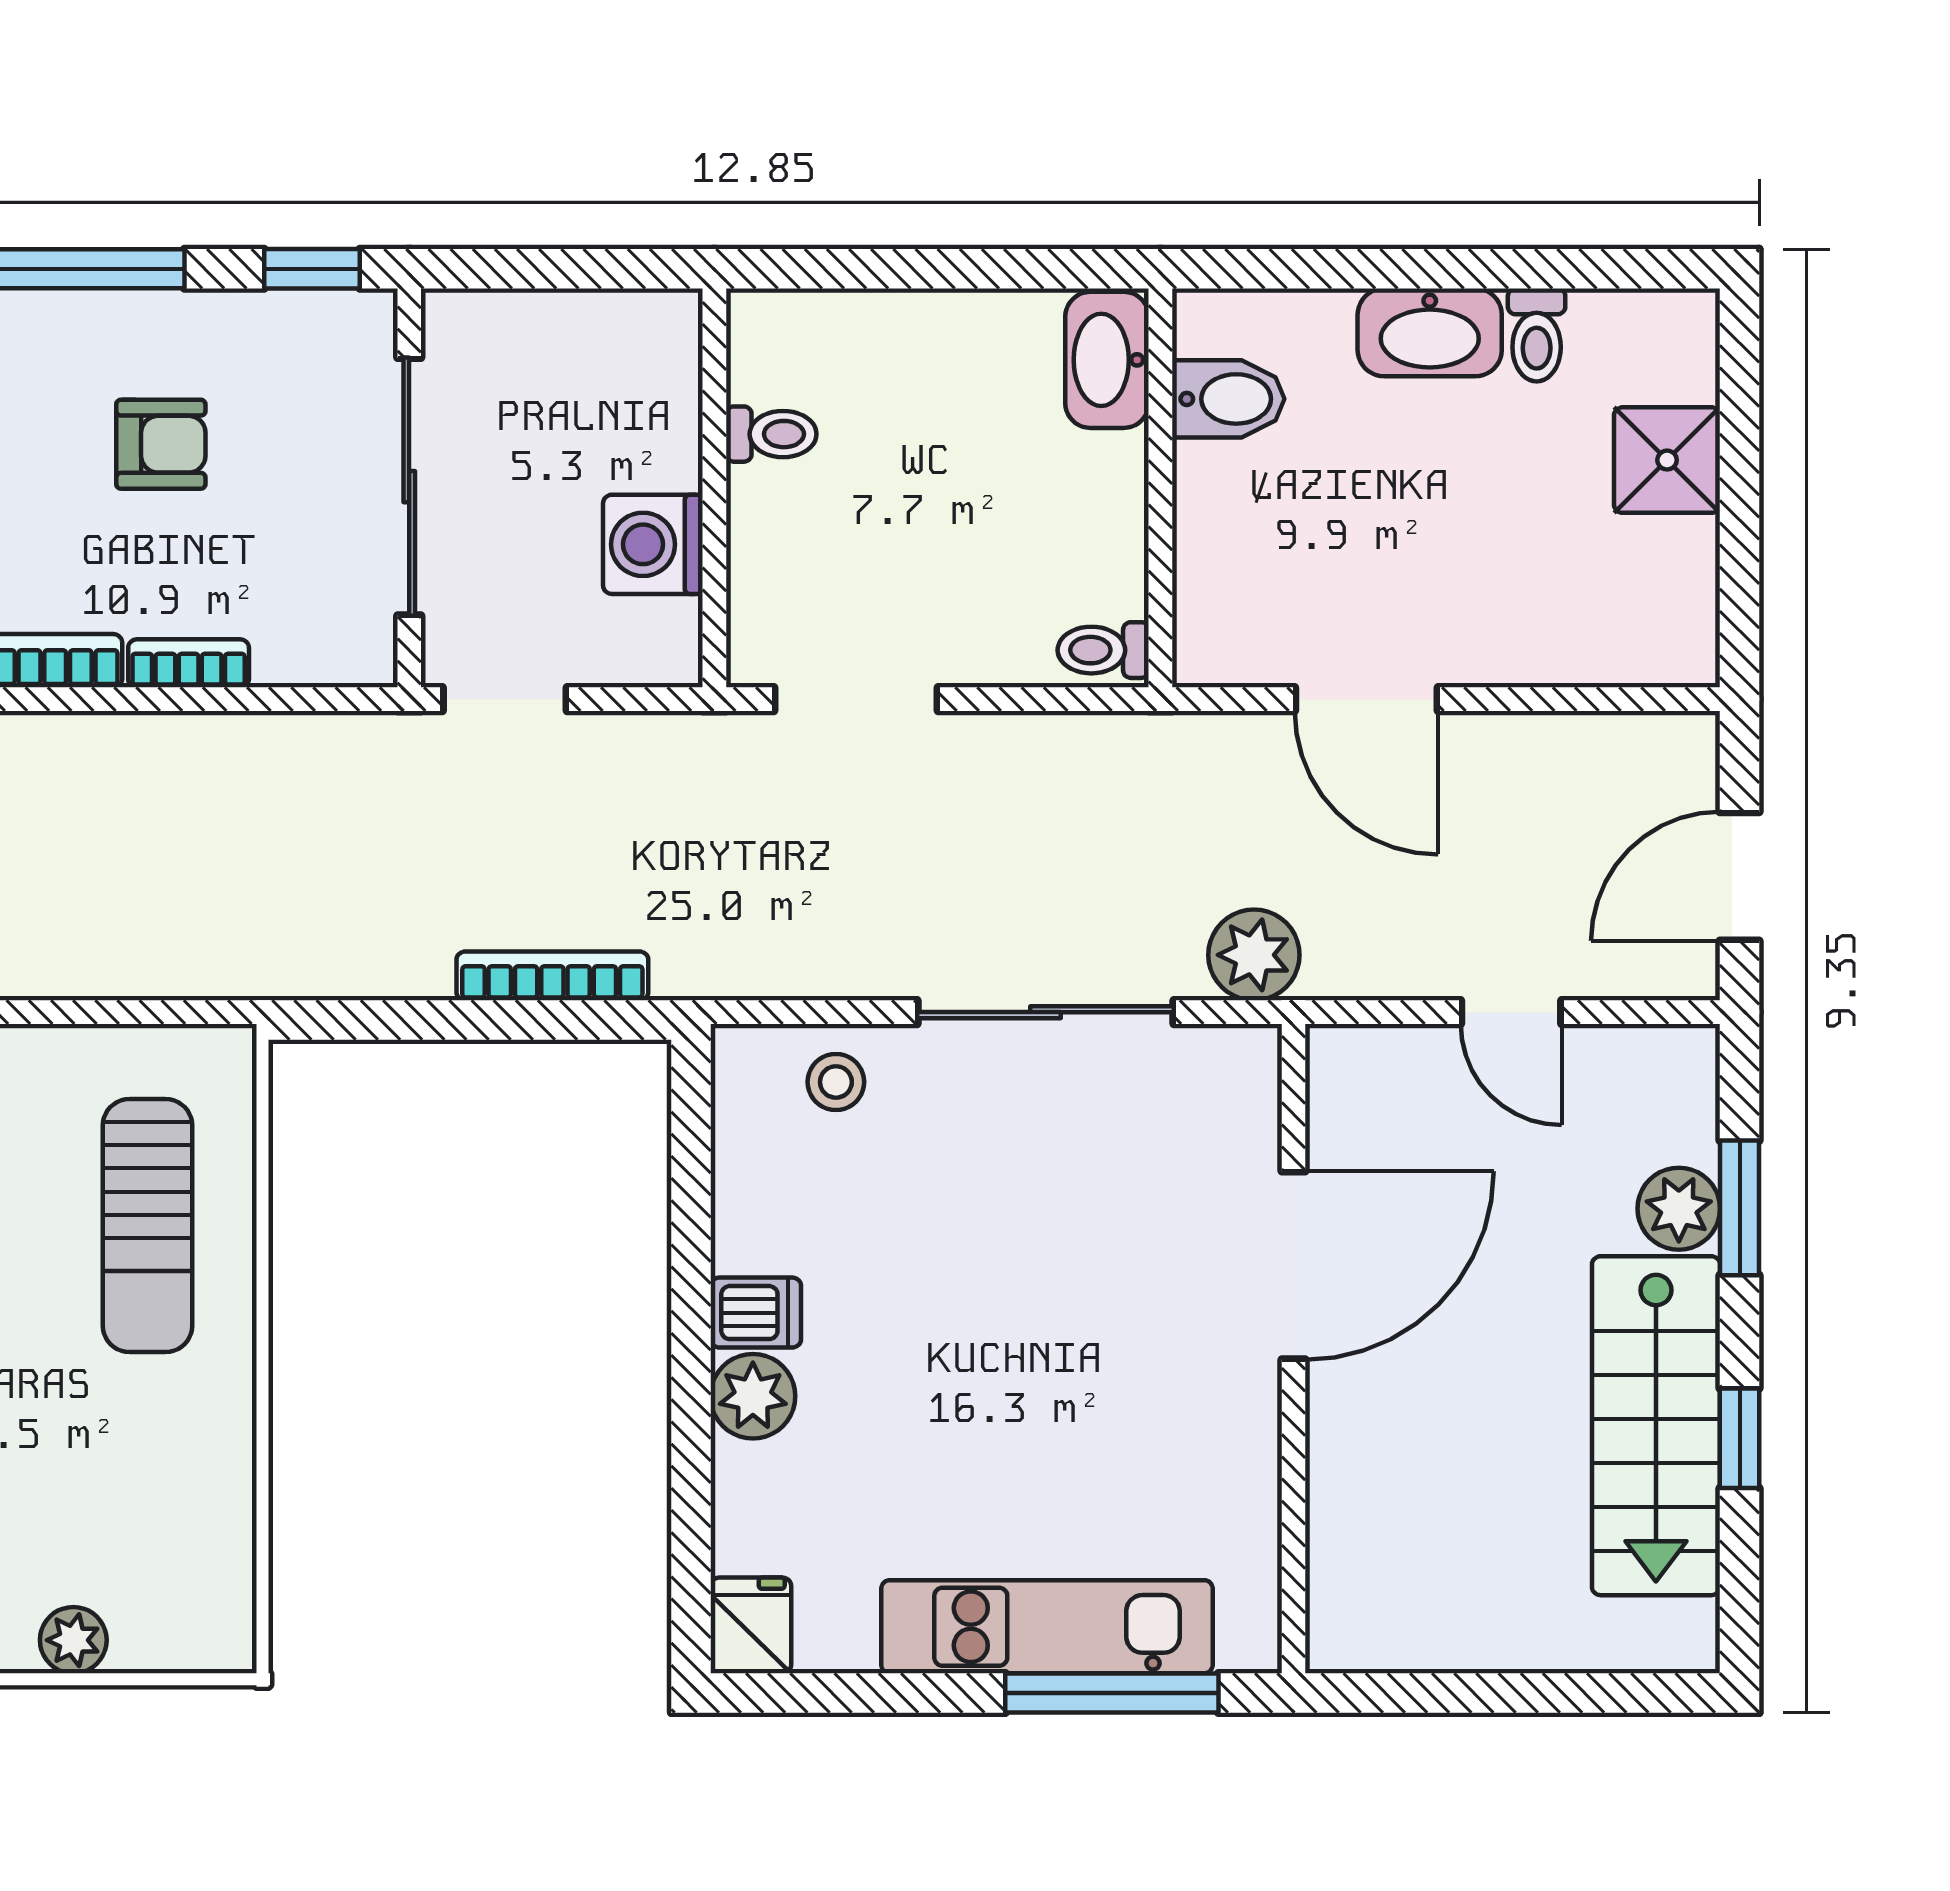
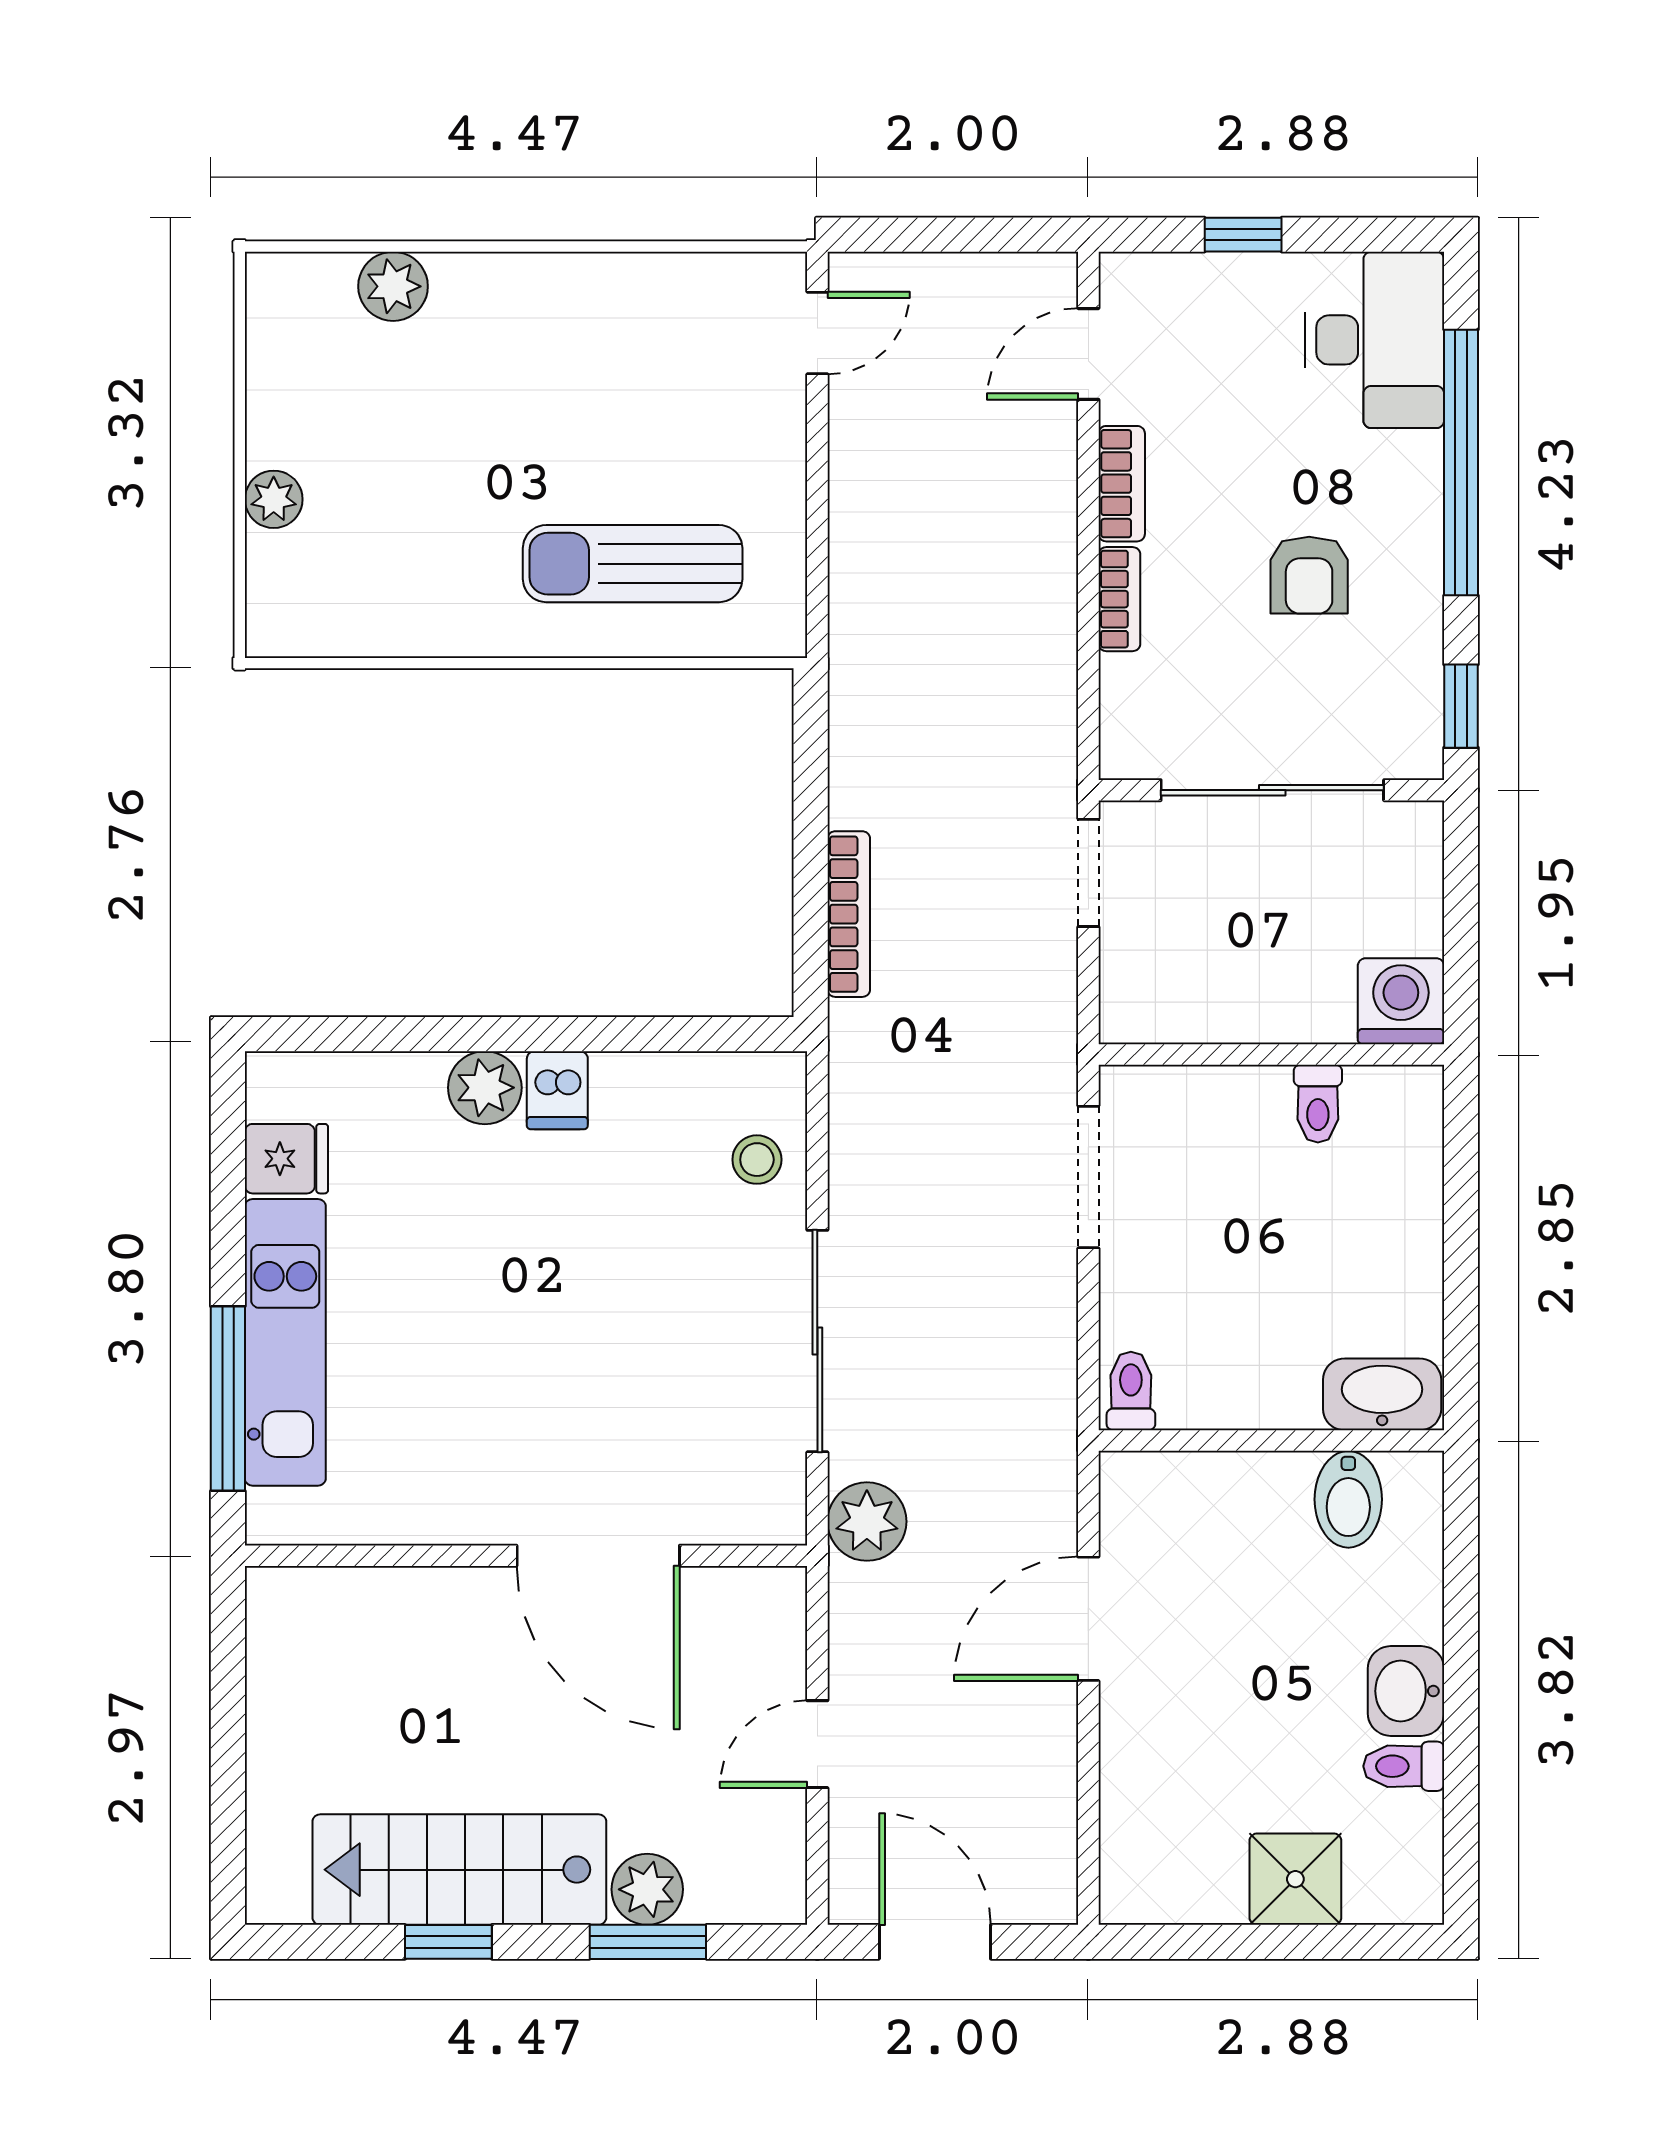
washbasin: (1430, 332) -> (1406, 1691), width x0.72
washing machine: (653, 544) -> (1401, 1001), moved
fridge: (751, 1625) -> (286, 1159), moved

